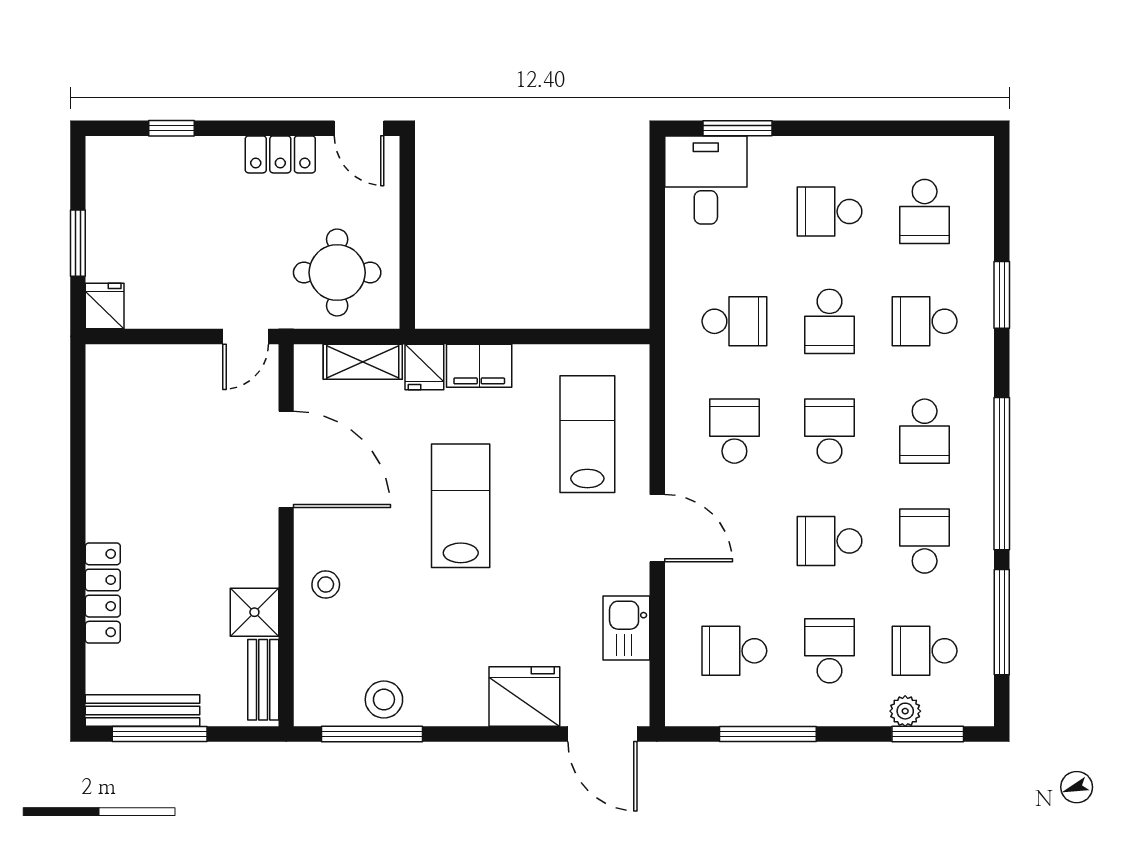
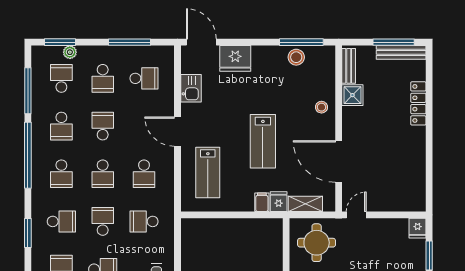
filing cabinet: (479, 366) -> (262, 202), width x0.50
school desk: (925, 431) -> (61, 174), turned 180
school desk: (829, 541) -> (103, 126), turned -90
school desk: (925, 651) -> (61, 78), turned -90

